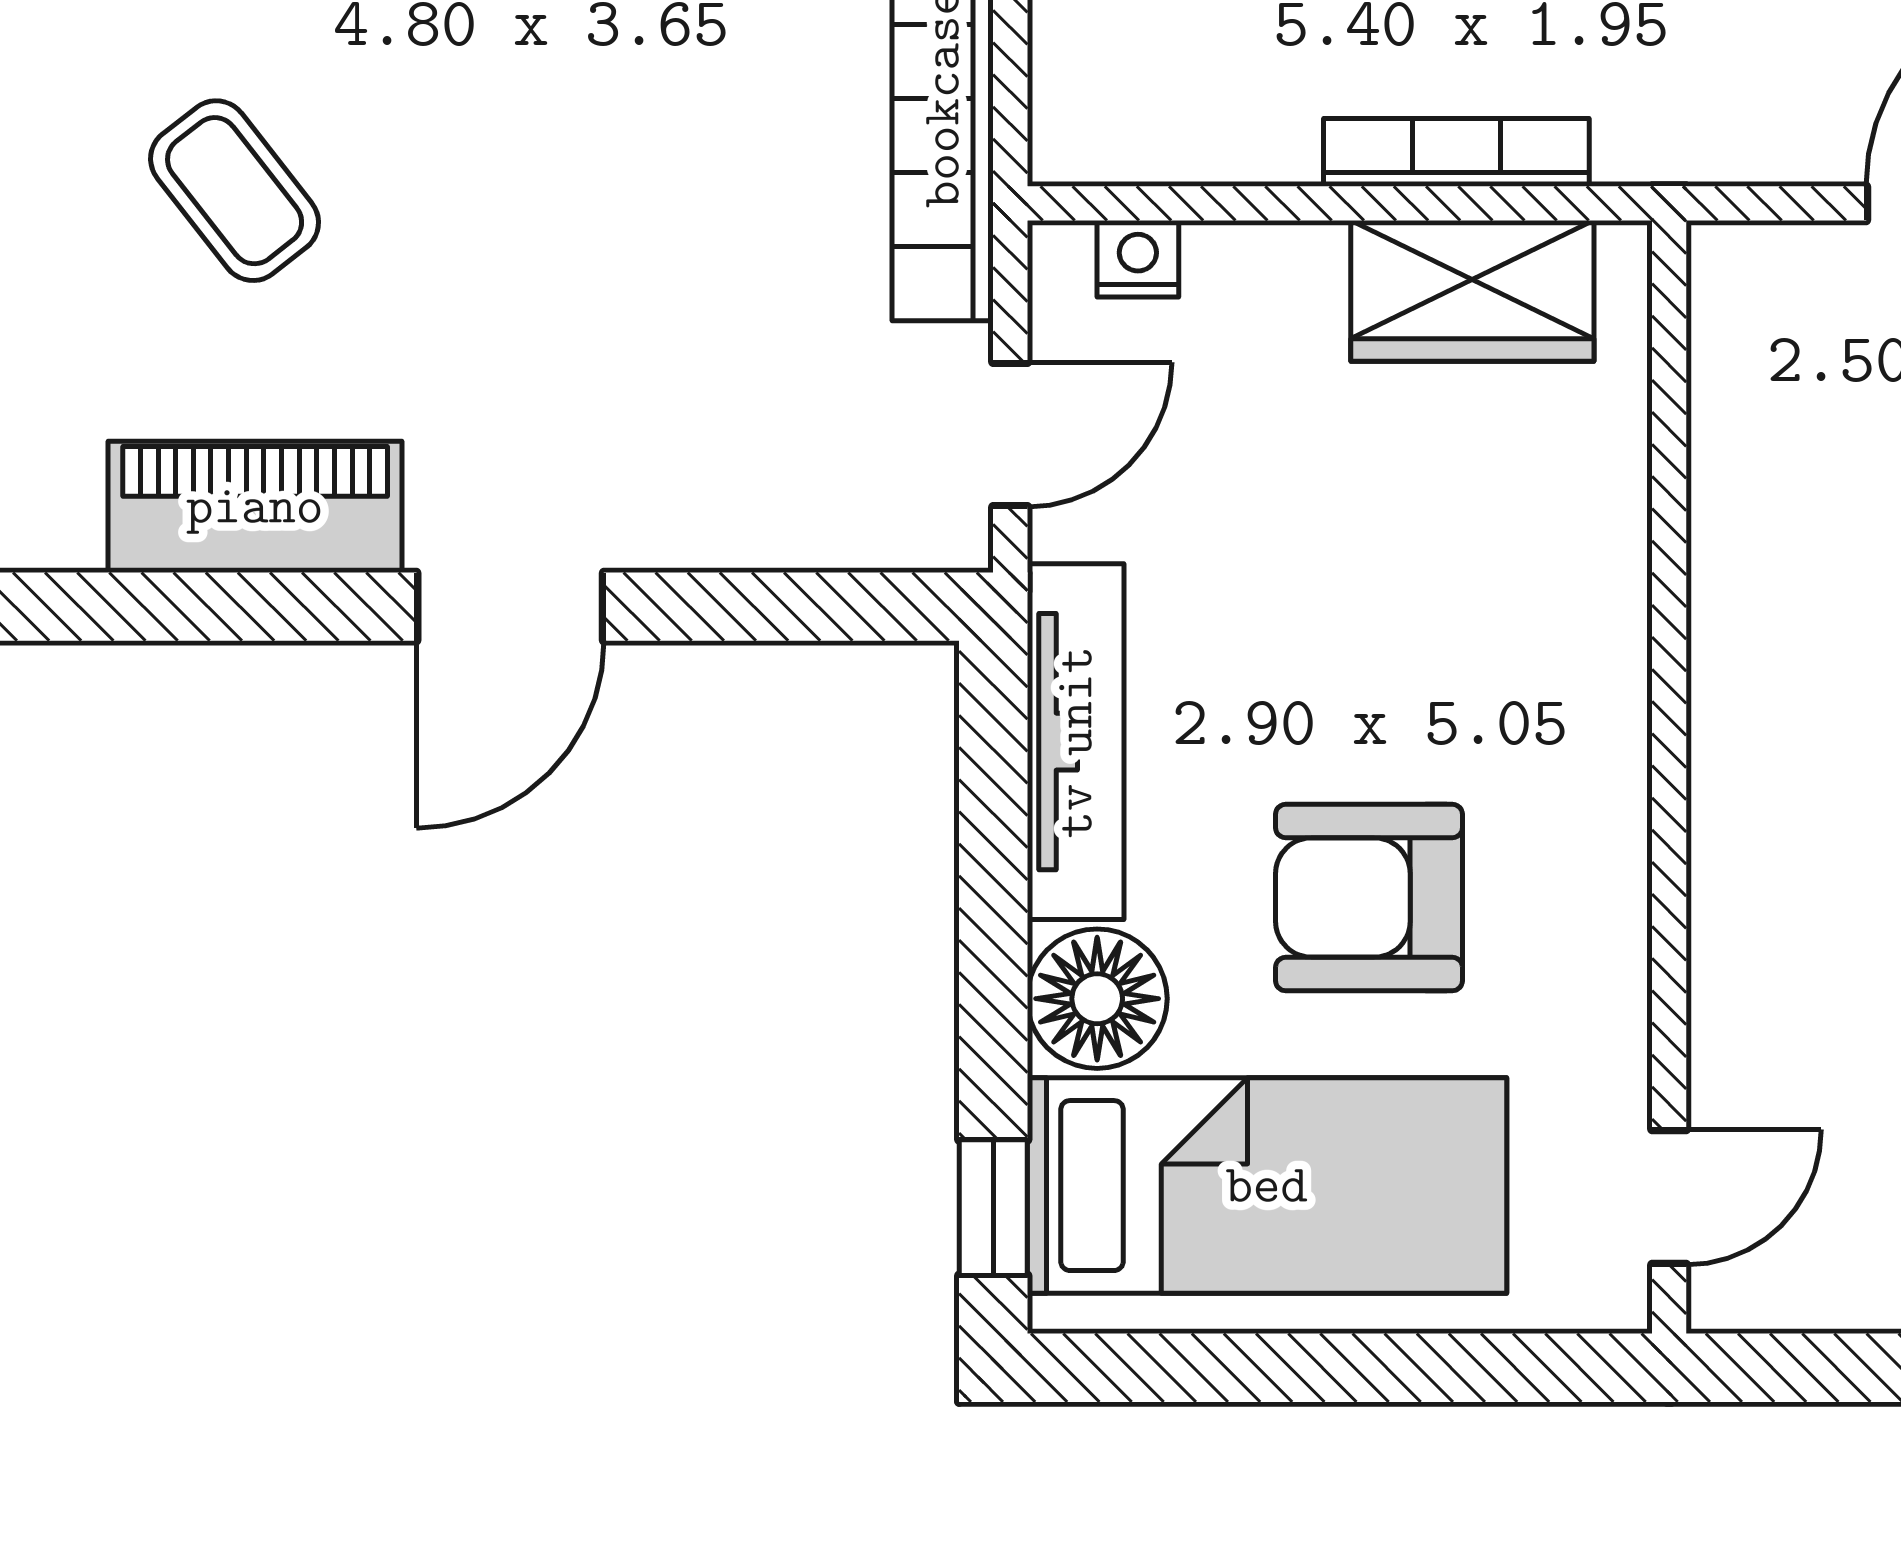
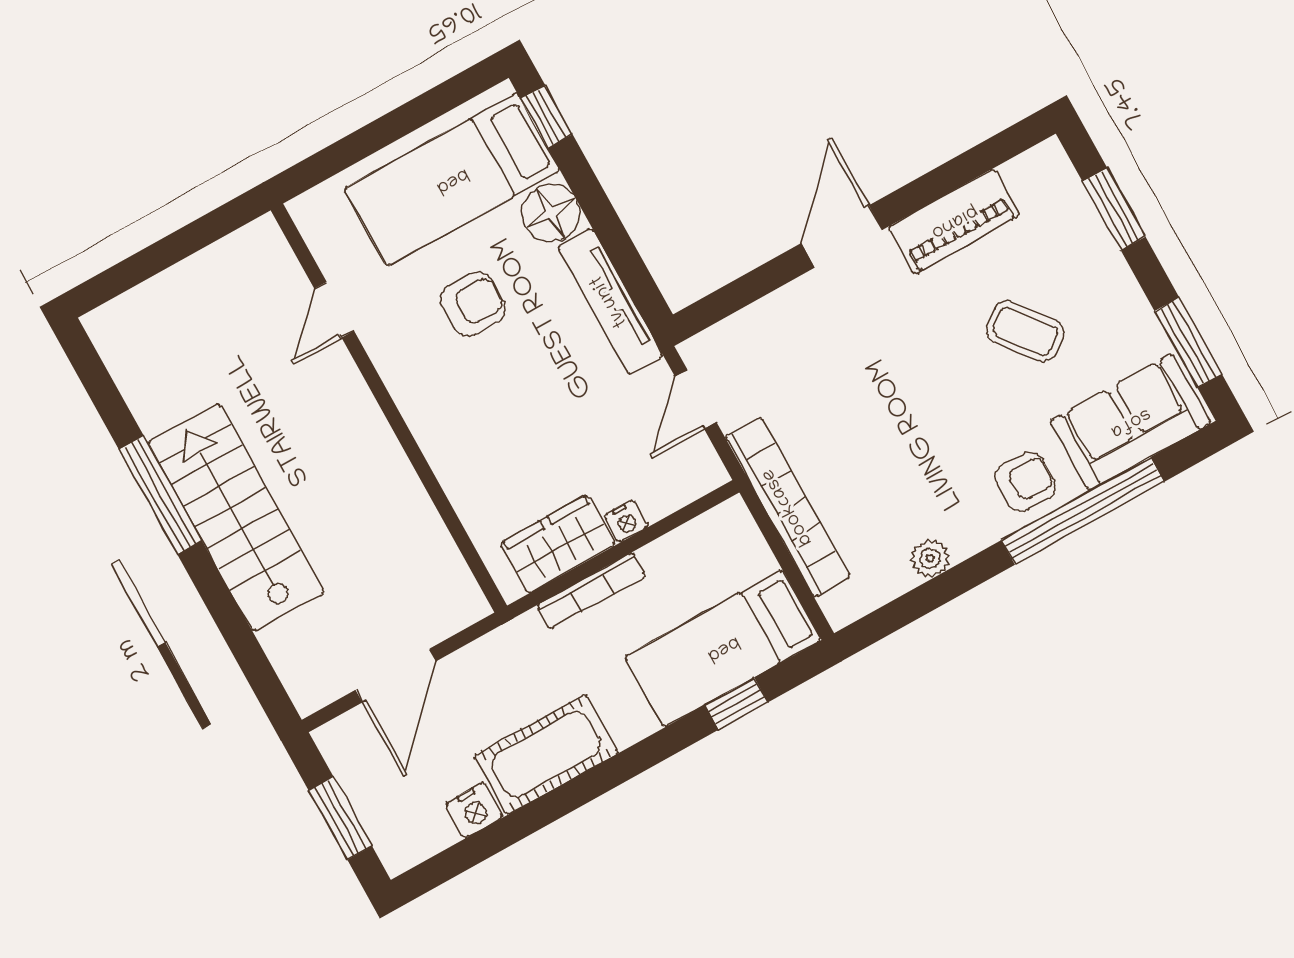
nightstand: (1138, 259) -> (626, 521), moved
armchair: (1369, 898) -> (473, 304), width x0.72, depth x0.72
door: (1669, 1197) -> (334, 310), moved

